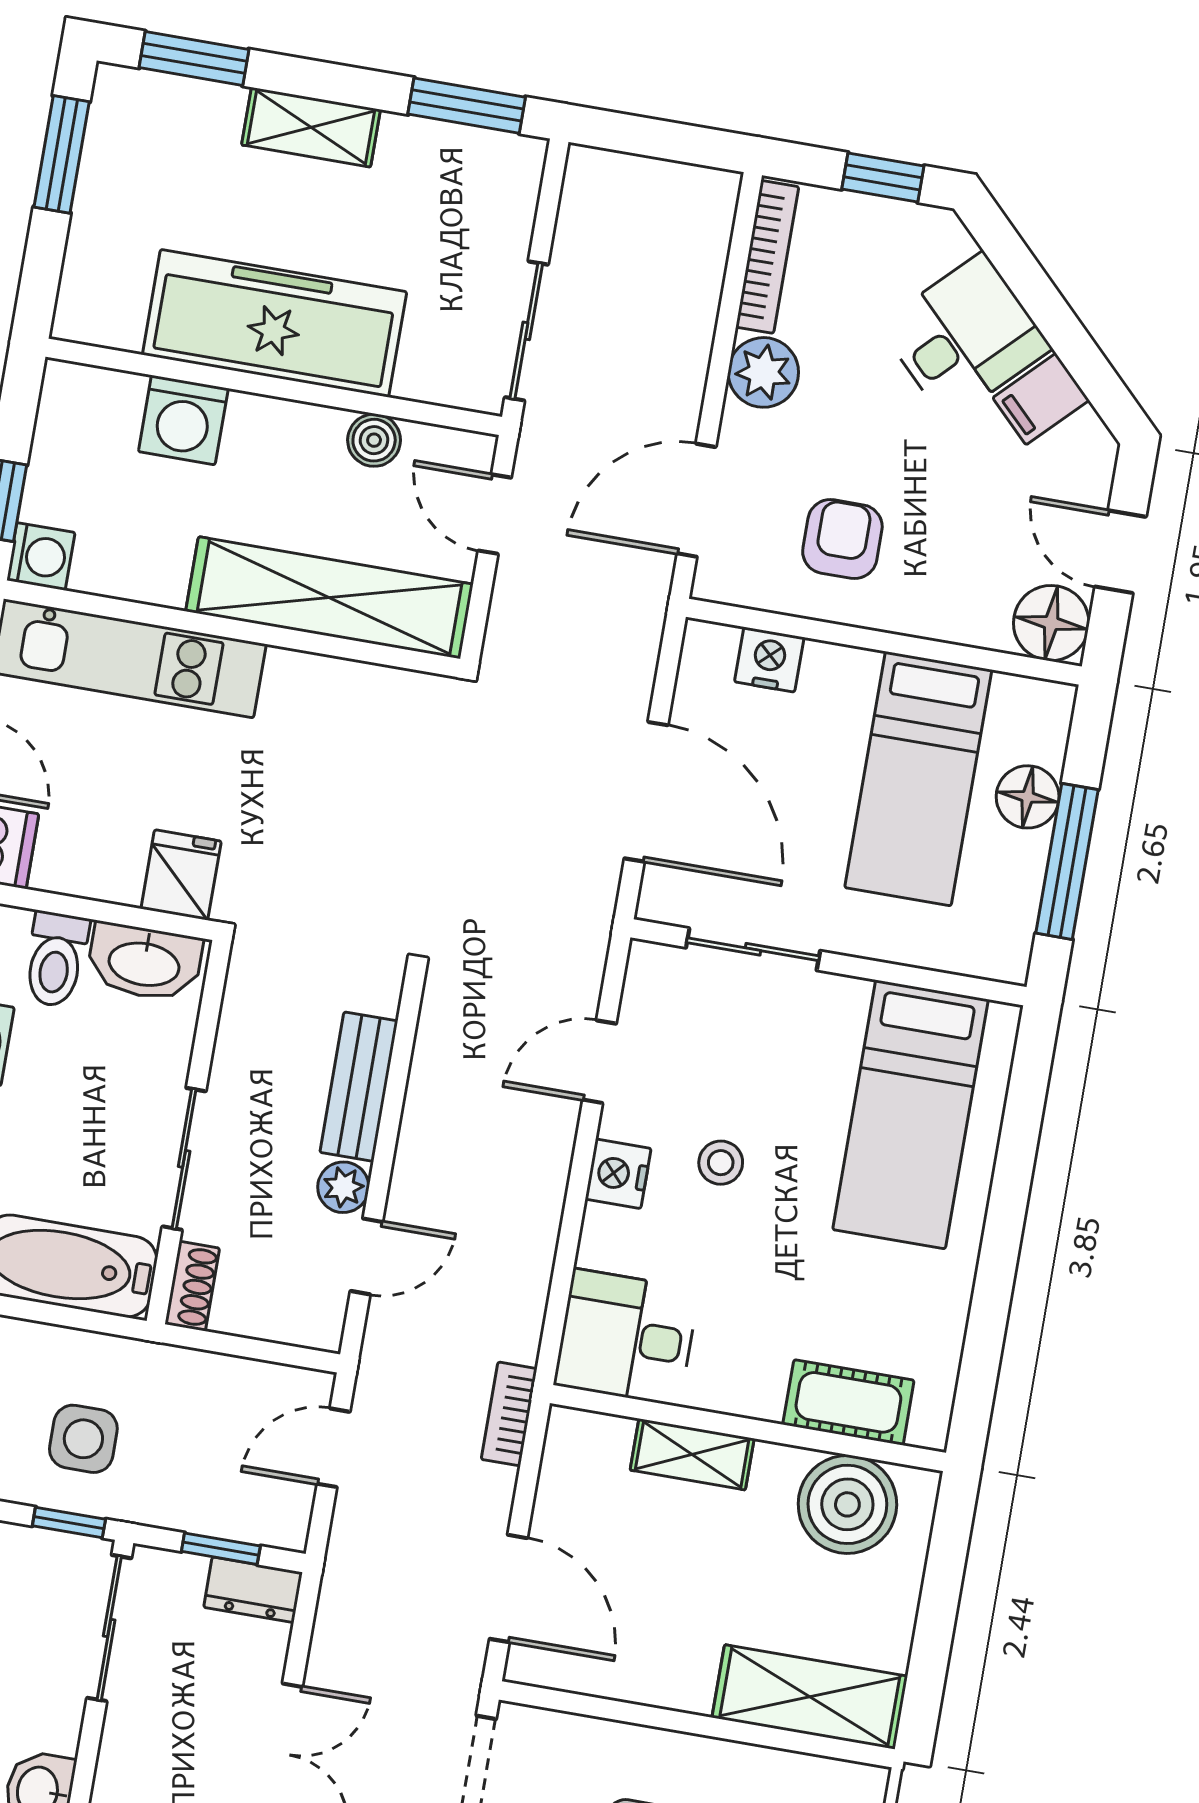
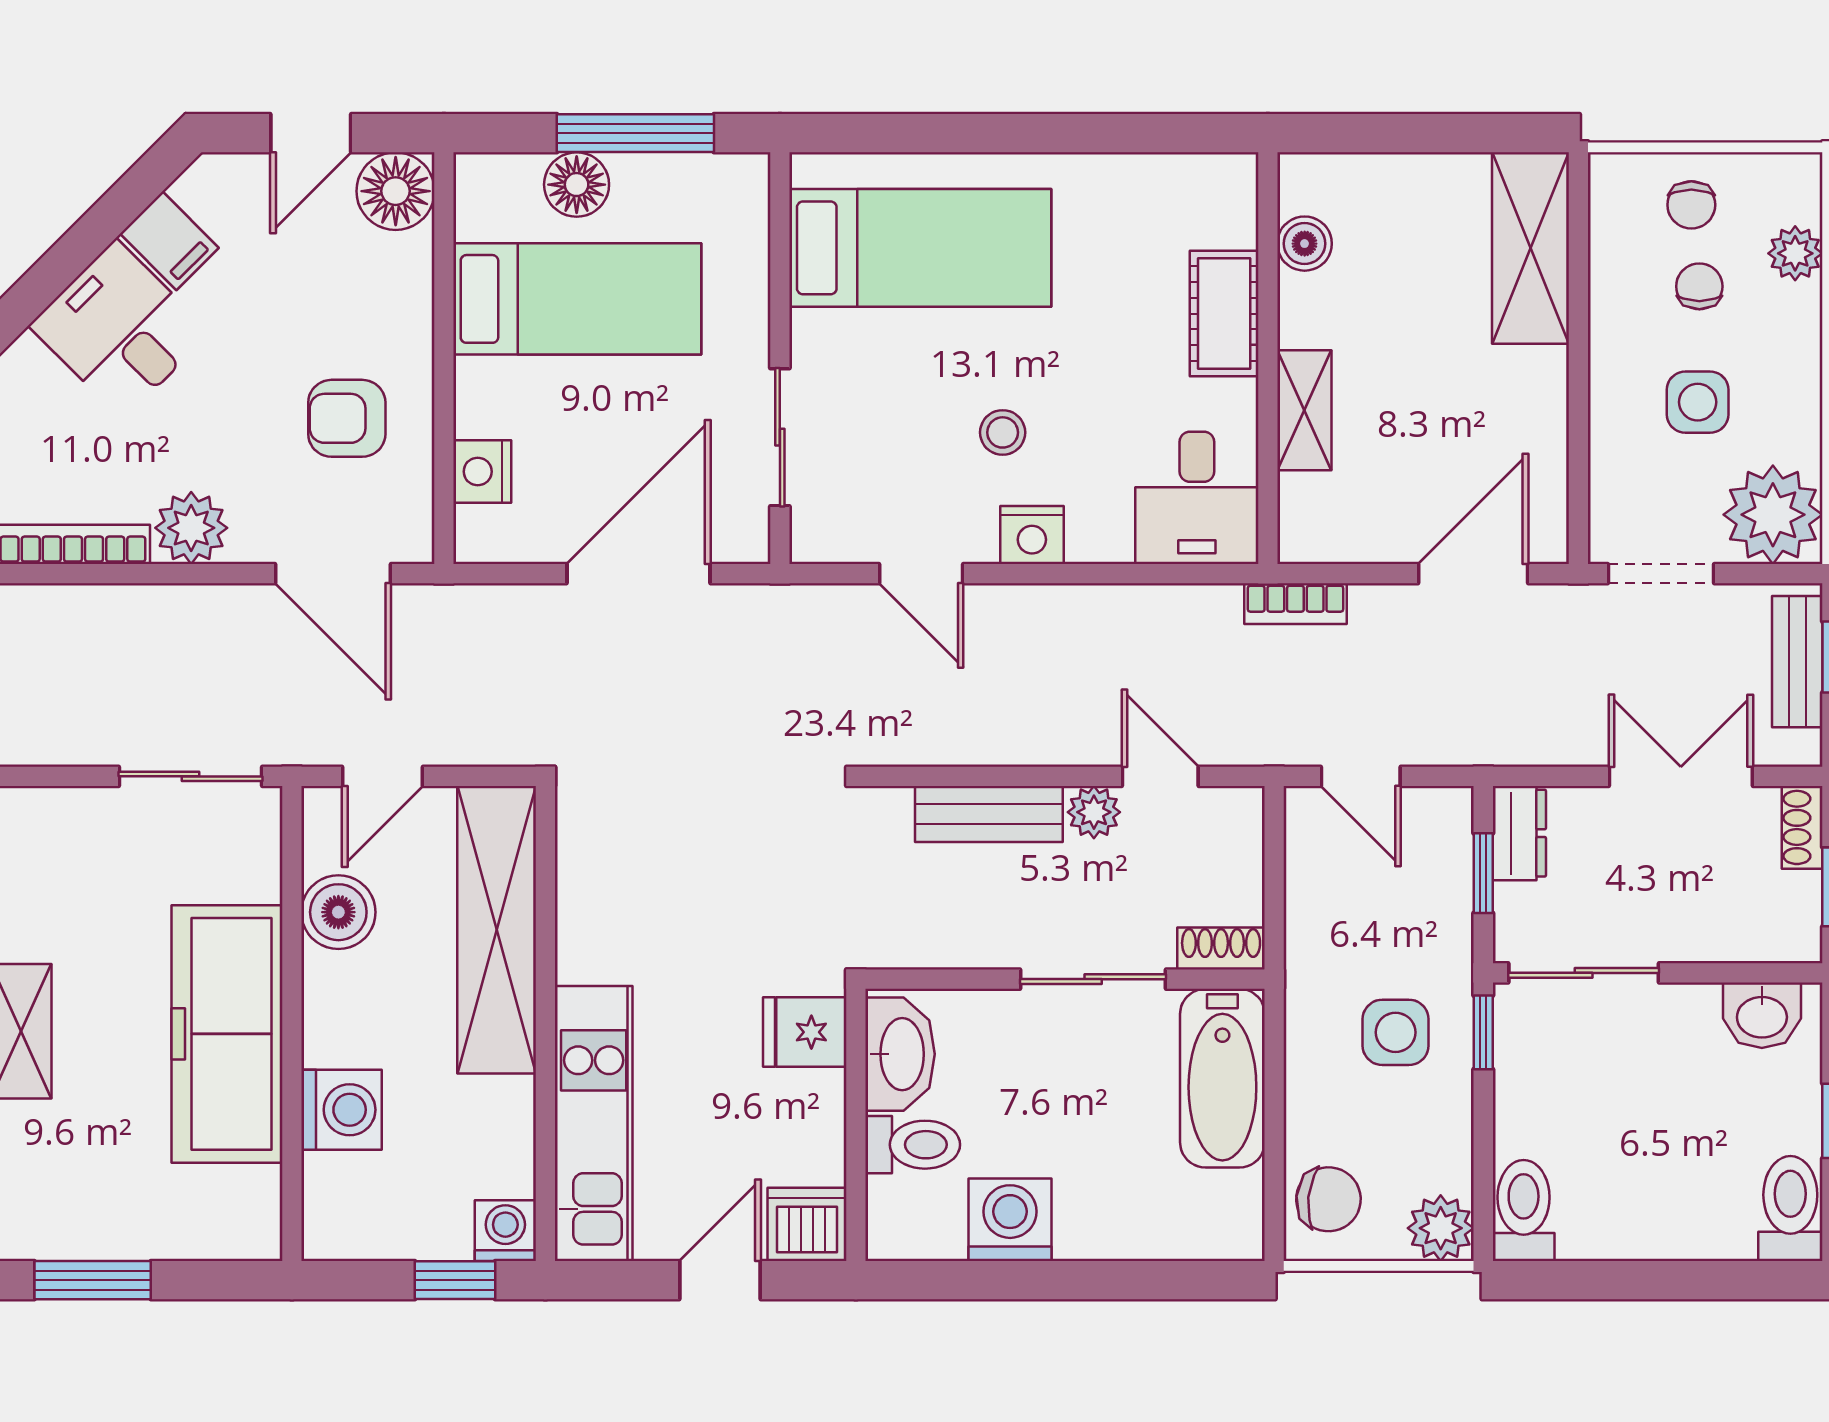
boiler: (374, 440) -> (338, 912), width x1.36, depth x1.36
cot: (848, 1402) -> (1224, 314), moved
boiler: (847, 1504) -> (1305, 244), width x0.54, depth x0.54

